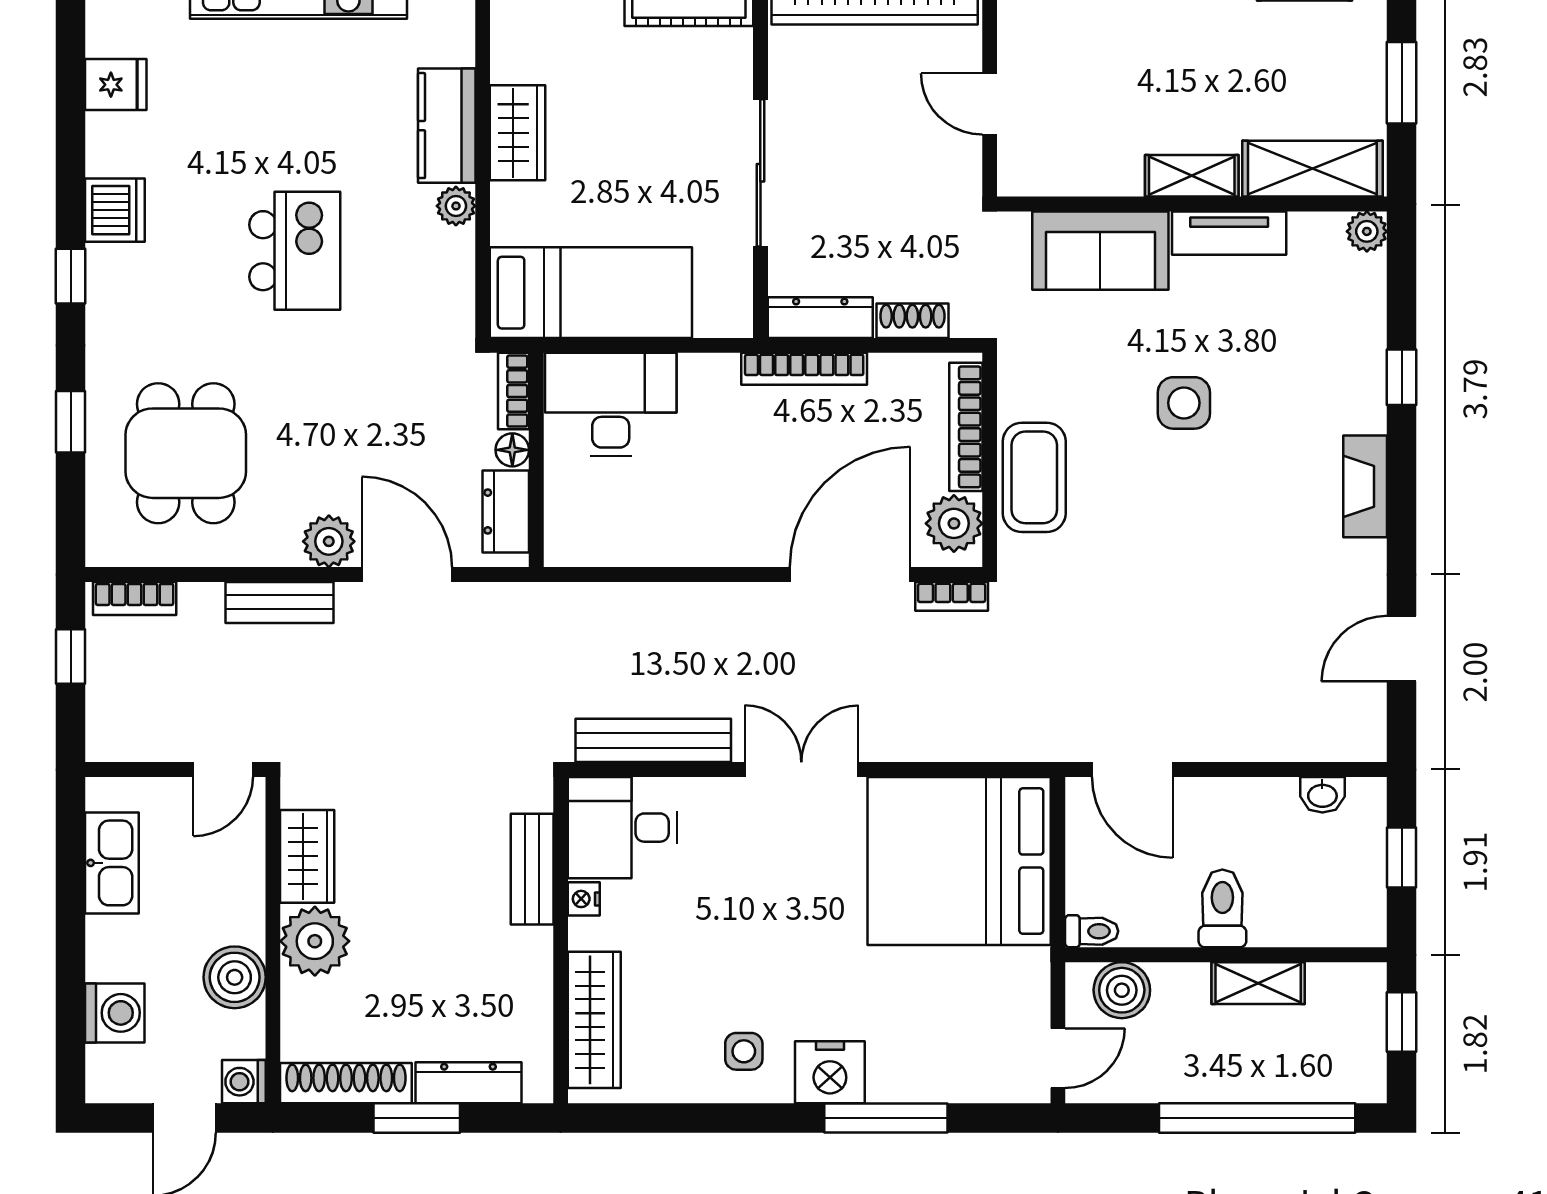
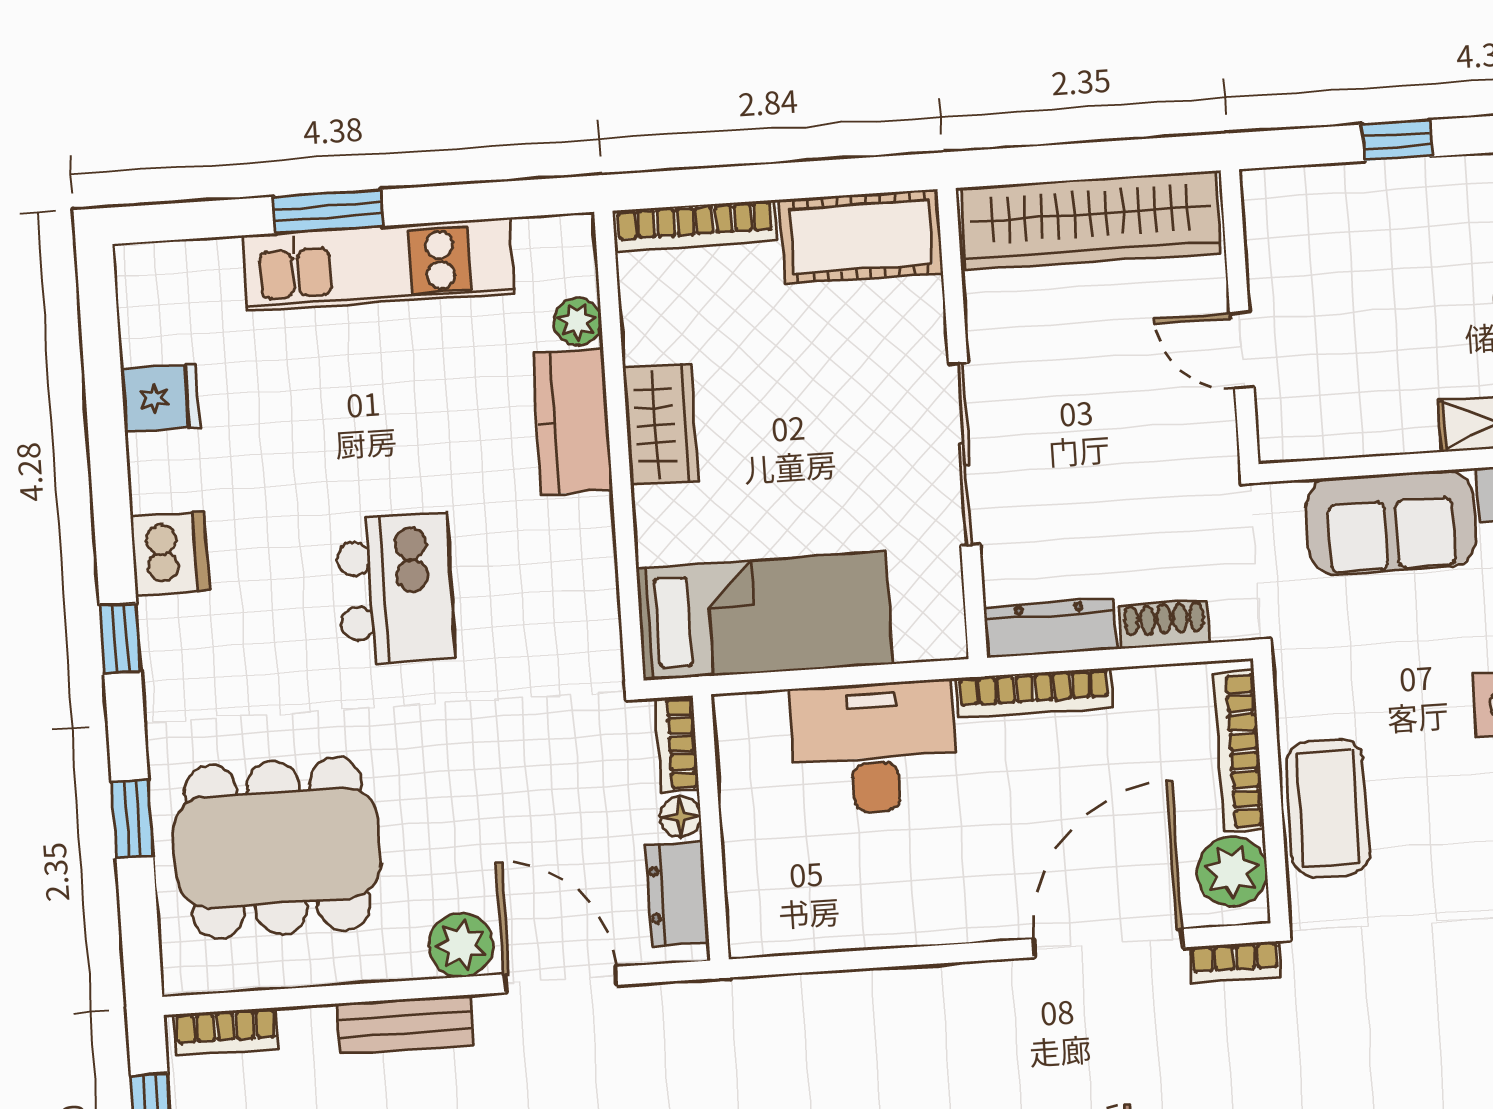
plant: (456, 206) -> (578, 322), moved
desk: (611, 404) -> (874, 747), moved
dining table: (186, 453) -> (277, 848), width x1.38

